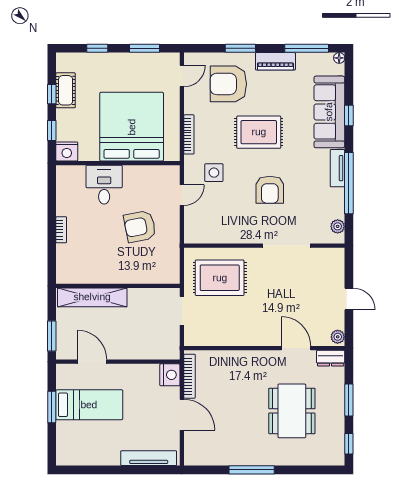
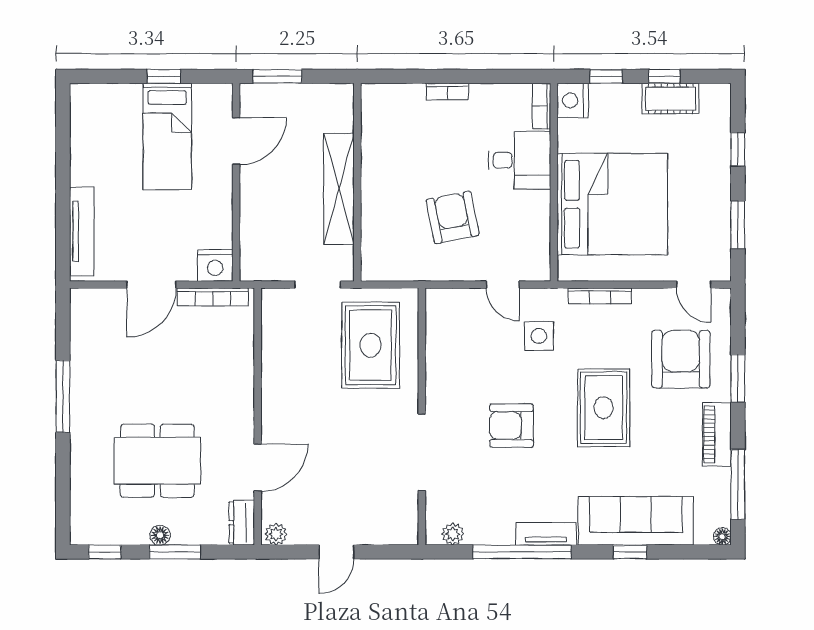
bookcase: (70, 171) -> (541, 106), added
shelving: (92, 297) -> (339, 189), moved
window: (52, 407) -> (164, 76), width x0.67
floor lamp: (338, 409) -> (160, 535), added

